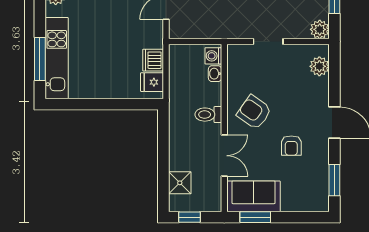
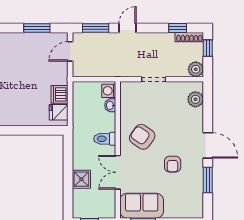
double door: (224, 156) -> (118, 172), swing flipped
window: (334, 180) -> (208, 180), moved
shower: (180, 183) -> (81, 179), moved

